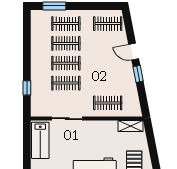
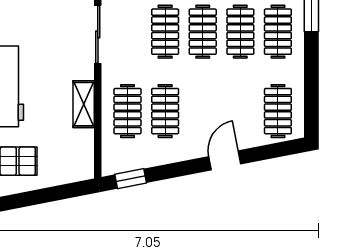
window: (138, 74) -> (131, 179), moved
clothes rail: (108, 83) -> (165, 111), added
shelving: (131, 126) -> (84, 104), moved

